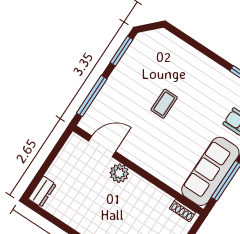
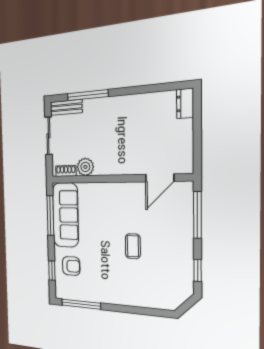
window: (122, 51) -> (198, 270), width x0.67
plant: (119, 173) -> (85, 167), moved

